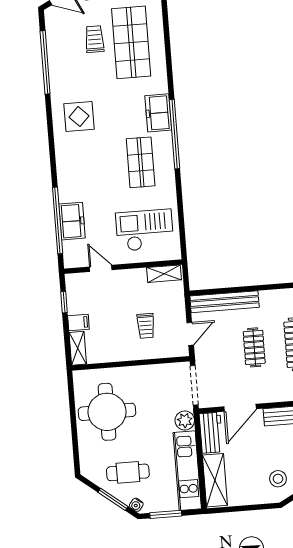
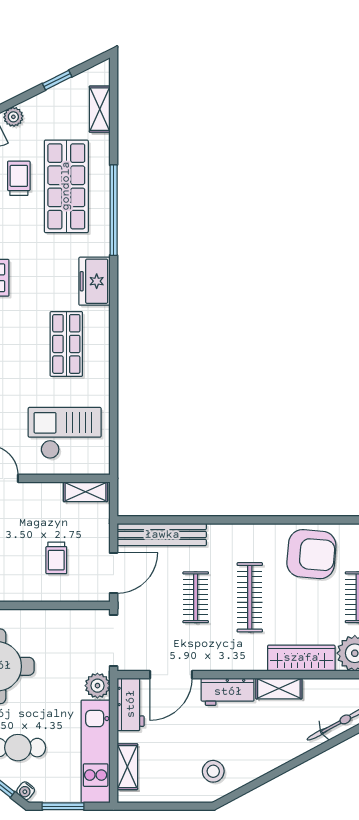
window: (175, 134) -> (114, 210), moved
door: (190, 334) -> (114, 573), width x1.38
shelving: (215, 480) -> (127, 767), width x0.67, depth x0.75

